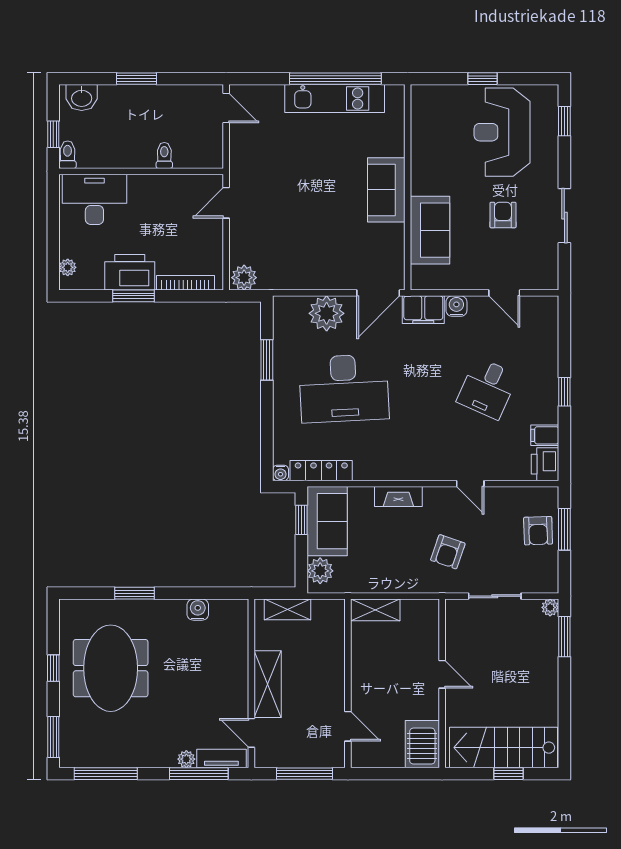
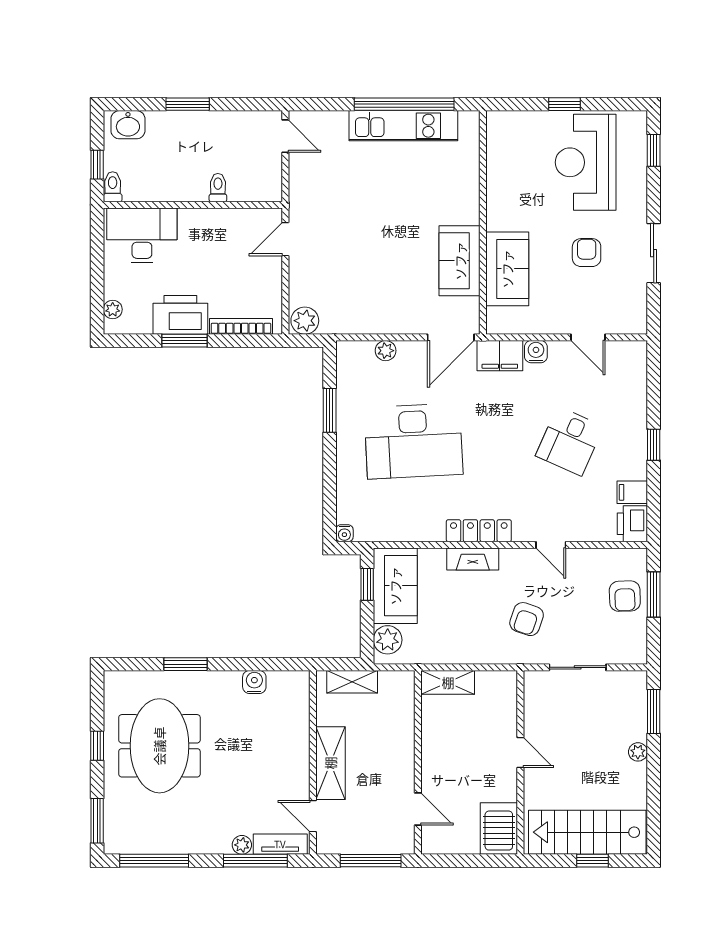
sofa: (386, 190) -> (460, 261), moved
plant: (327, 313) -> (386, 351), width x0.53, depth x0.53
locker: (321, 471) -> (479, 531), moved
plant: (550, 607) -> (638, 752), moved

